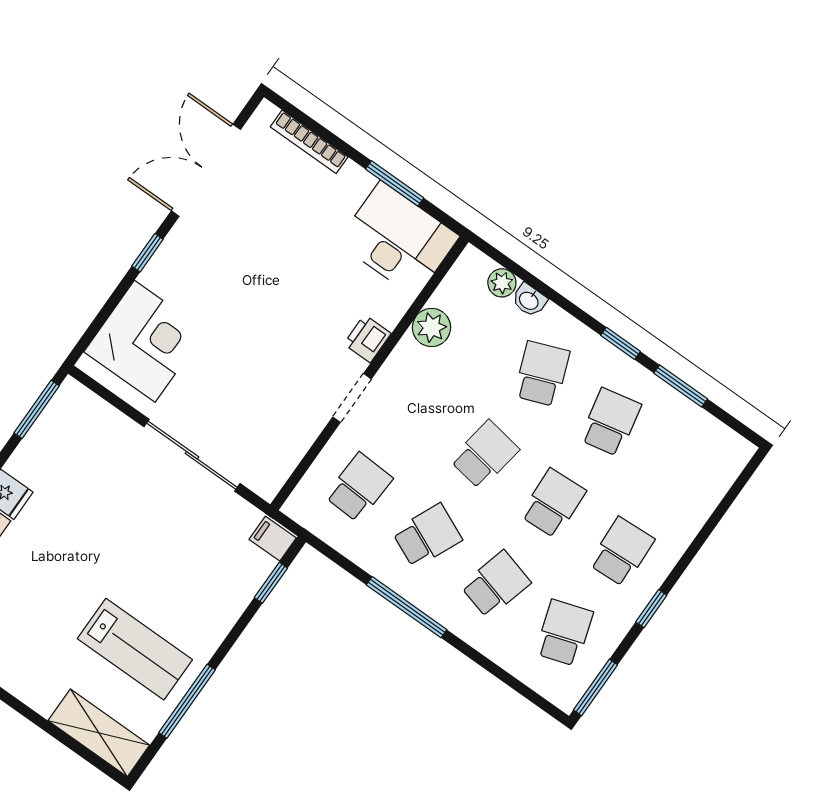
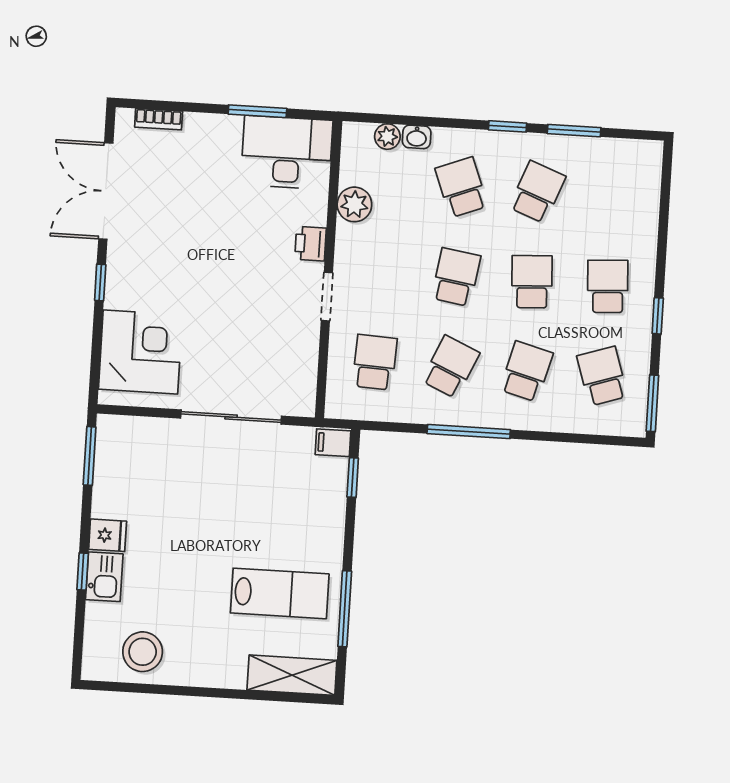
bookcase: (309, 142) -> (159, 119), width x0.64
school desk: (610, 422) -> (537, 192), turned 33

